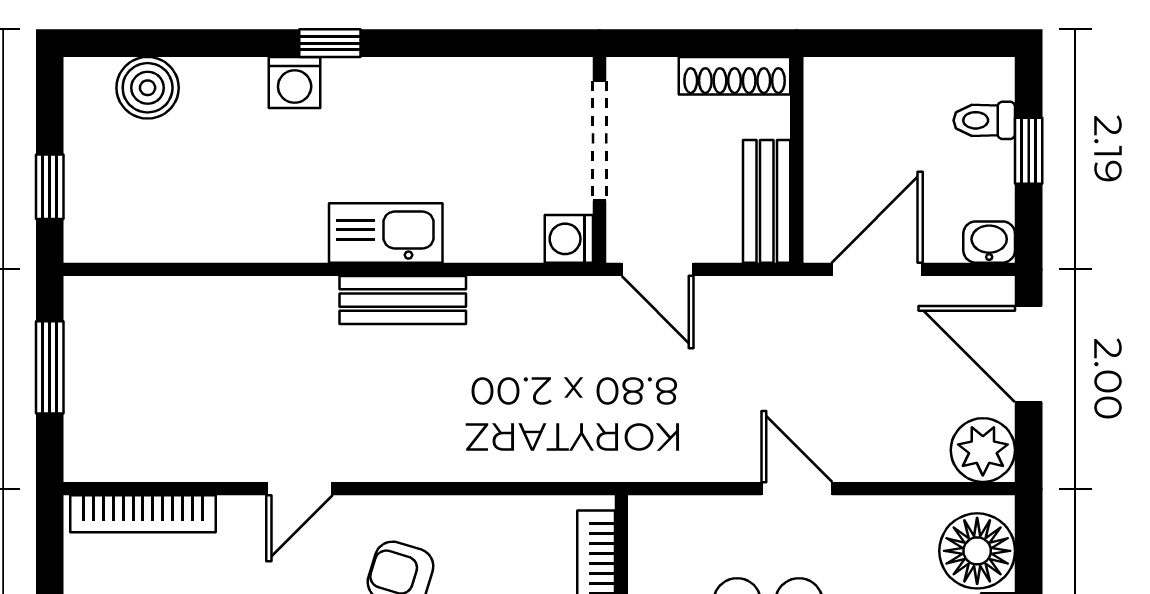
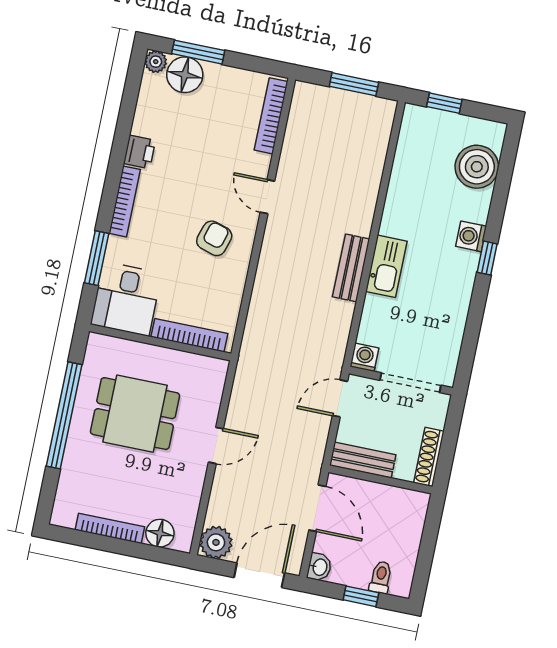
boiler: (148, 88) -> (477, 167), width x1.37, depth x1.37
floor lamp: (977, 551) -> (160, 533), width x0.73, depth x0.73

